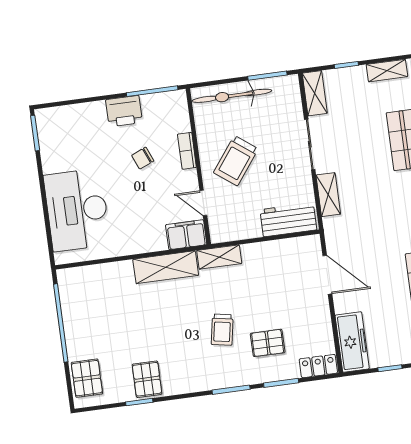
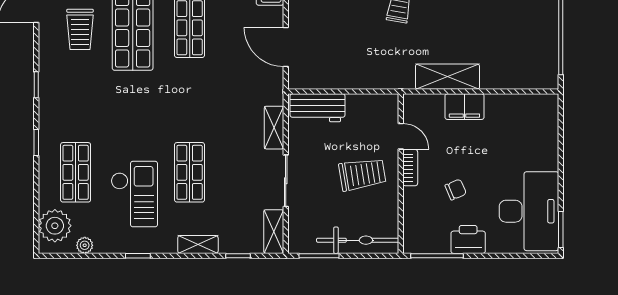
bookcase: (187, 151) -> (410, 168), moved
trolley: (236, 161) -> (362, 174), turned 44
desk: (77, 210) -> (529, 211), moved
filing cabinet: (186, 235) -> (464, 107), moved
shelving: (219, 257) -> (392, 80), removed

